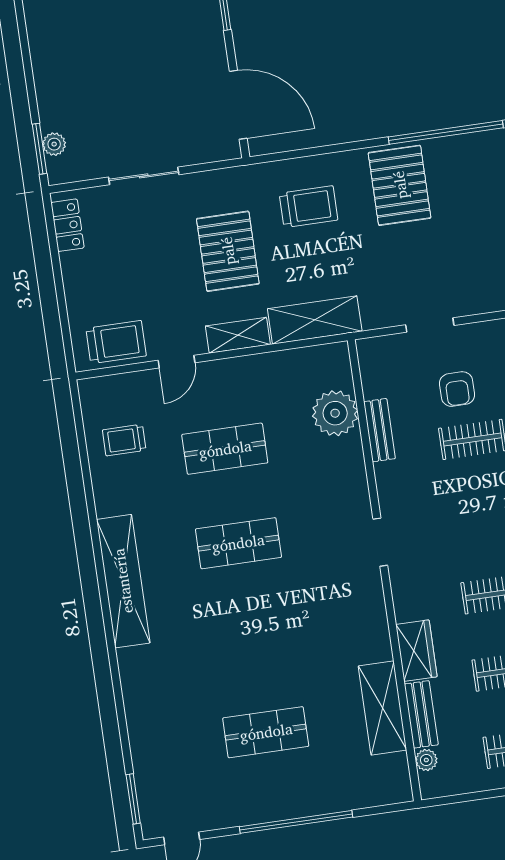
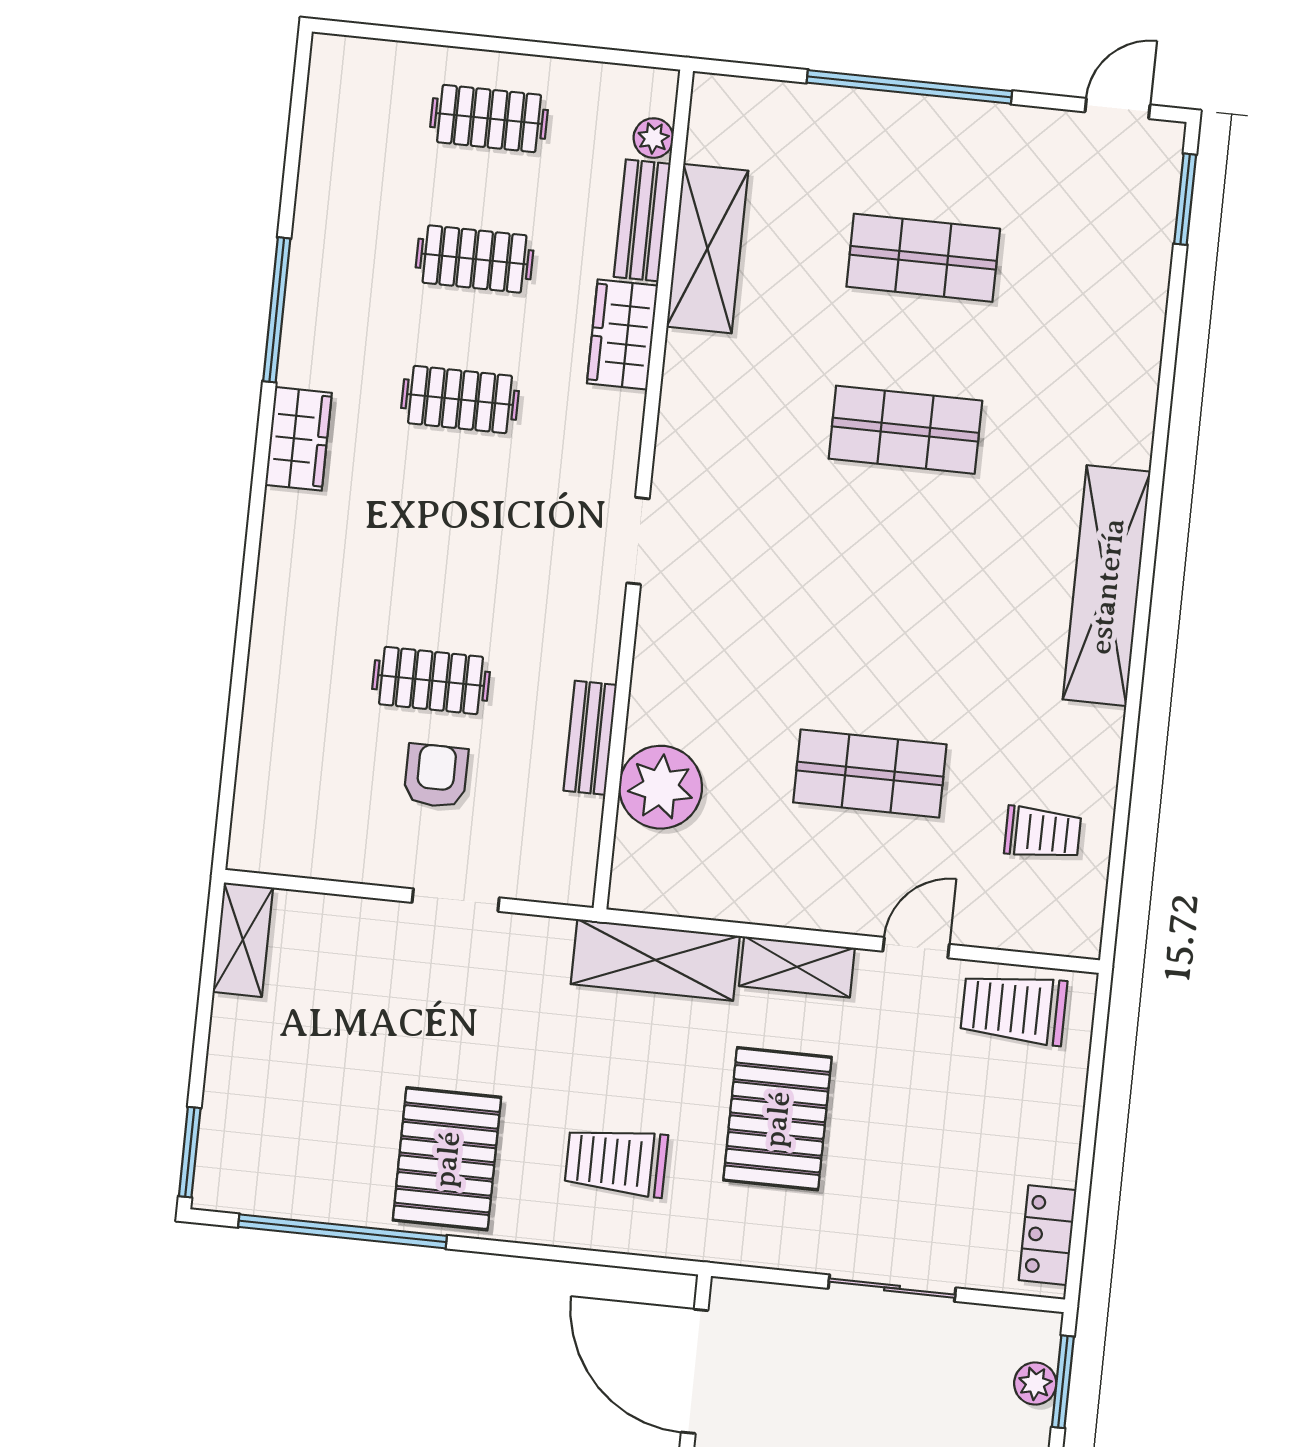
shop shelf: (238, 543) -> (905, 430), moved

